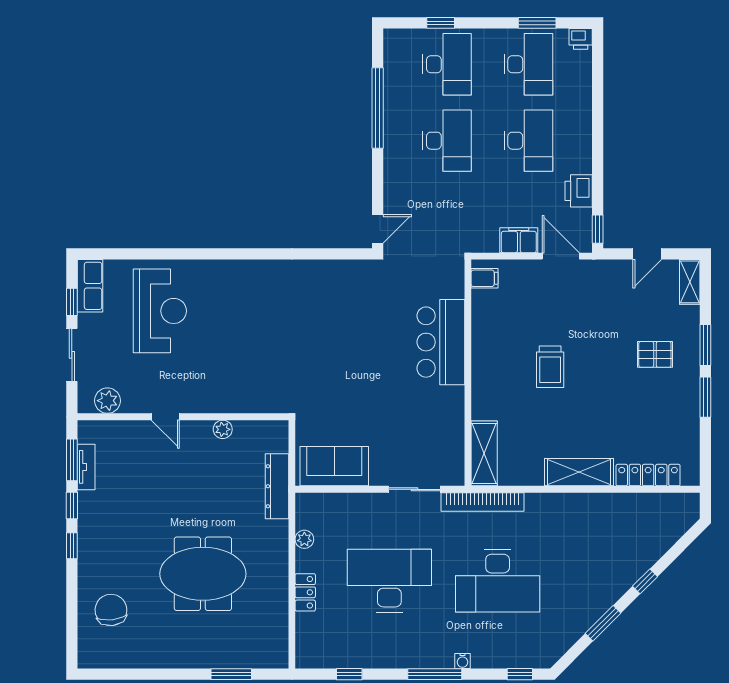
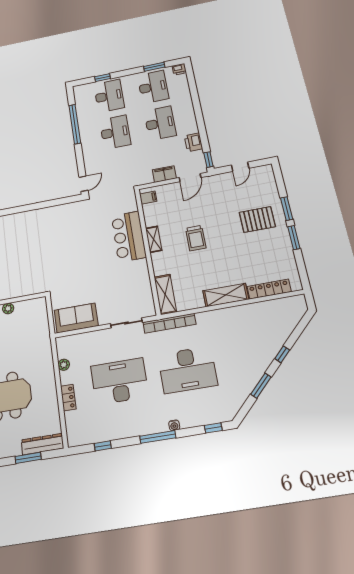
door: (561, 256) -> (190, 178), swing flipped
shelving: (690, 282) -> (154, 239), moved
pallet: (655, 354) -> (257, 219), width x1.50, depth x1.42
dresser: (277, 486) -> (42, 444), moved, turned 90

